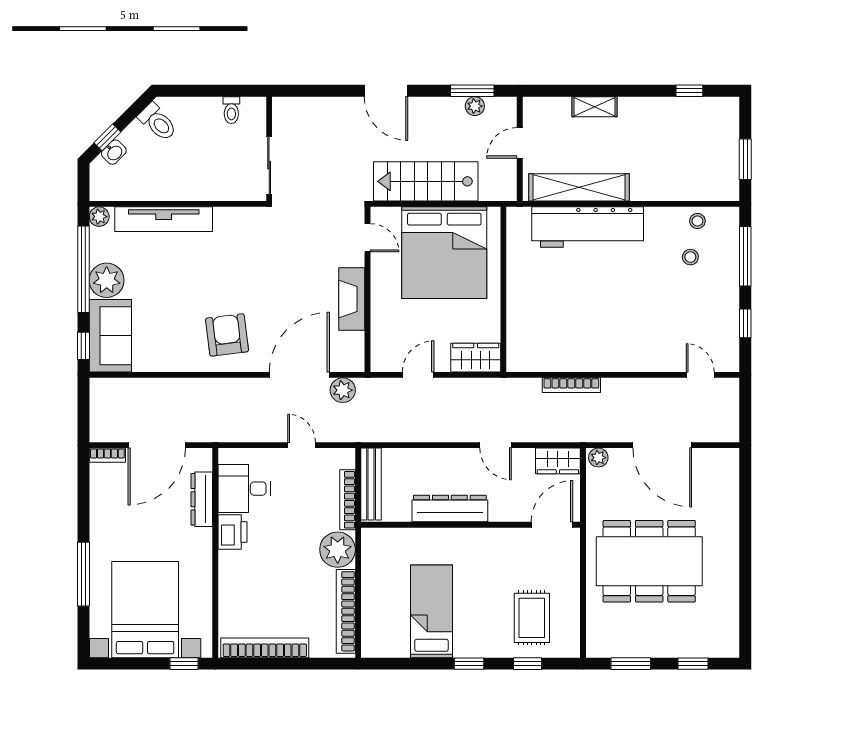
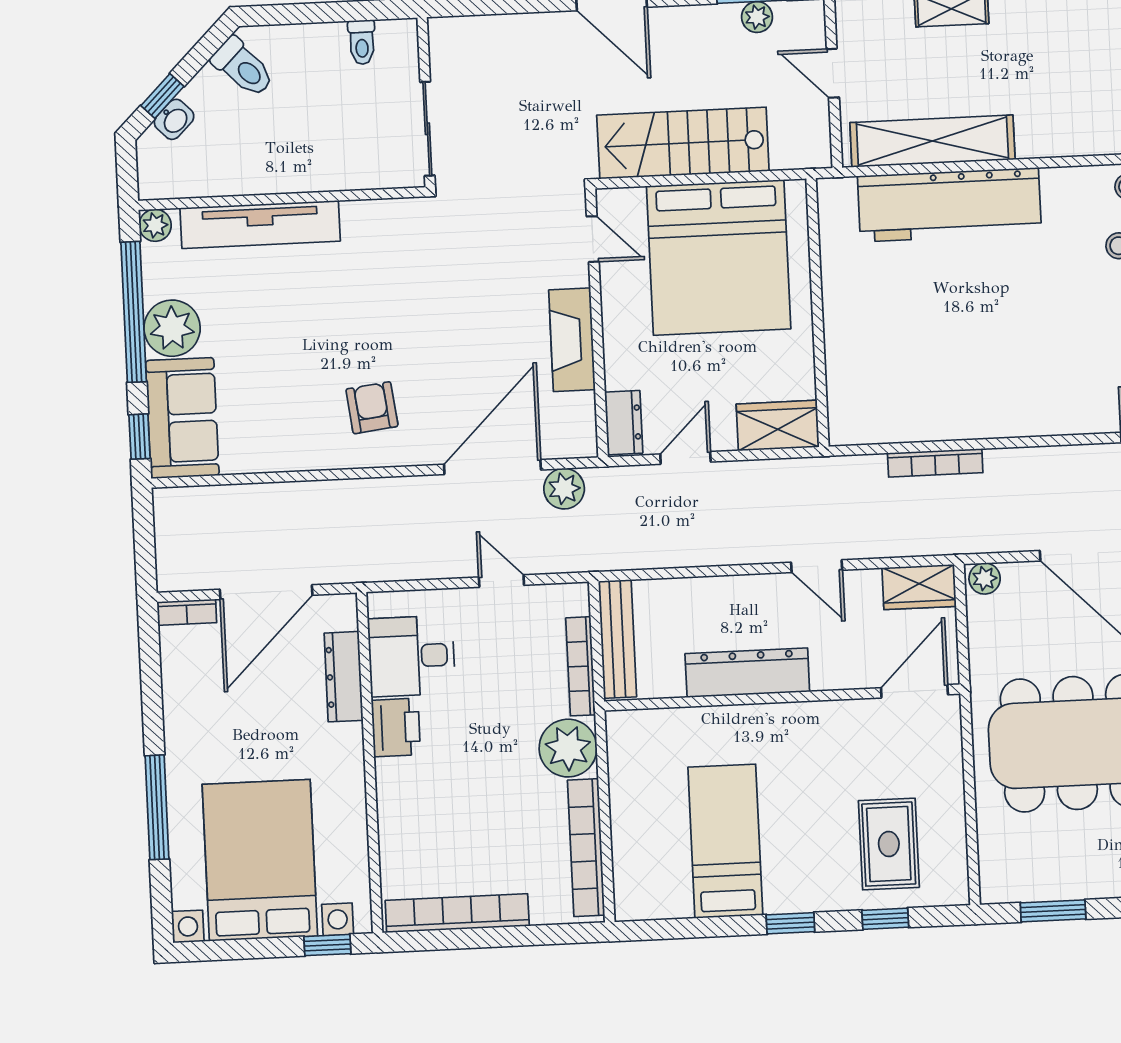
door: (520, 143) -> (833, 73), hinge flipped
armchair: (227, 335) -> (372, 408), width x0.72, depth x0.72
dresser: (381, 351) -> (624, 423), added

